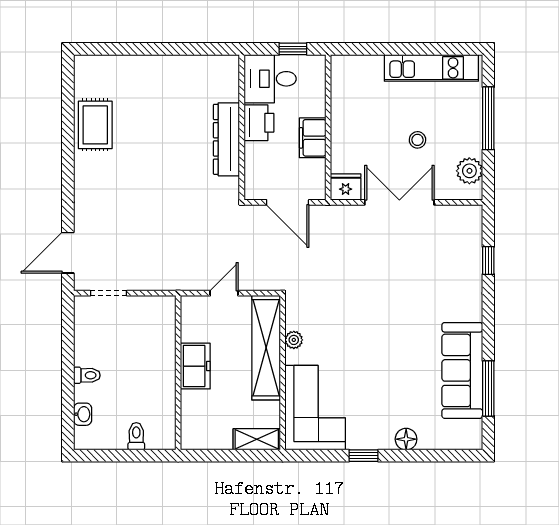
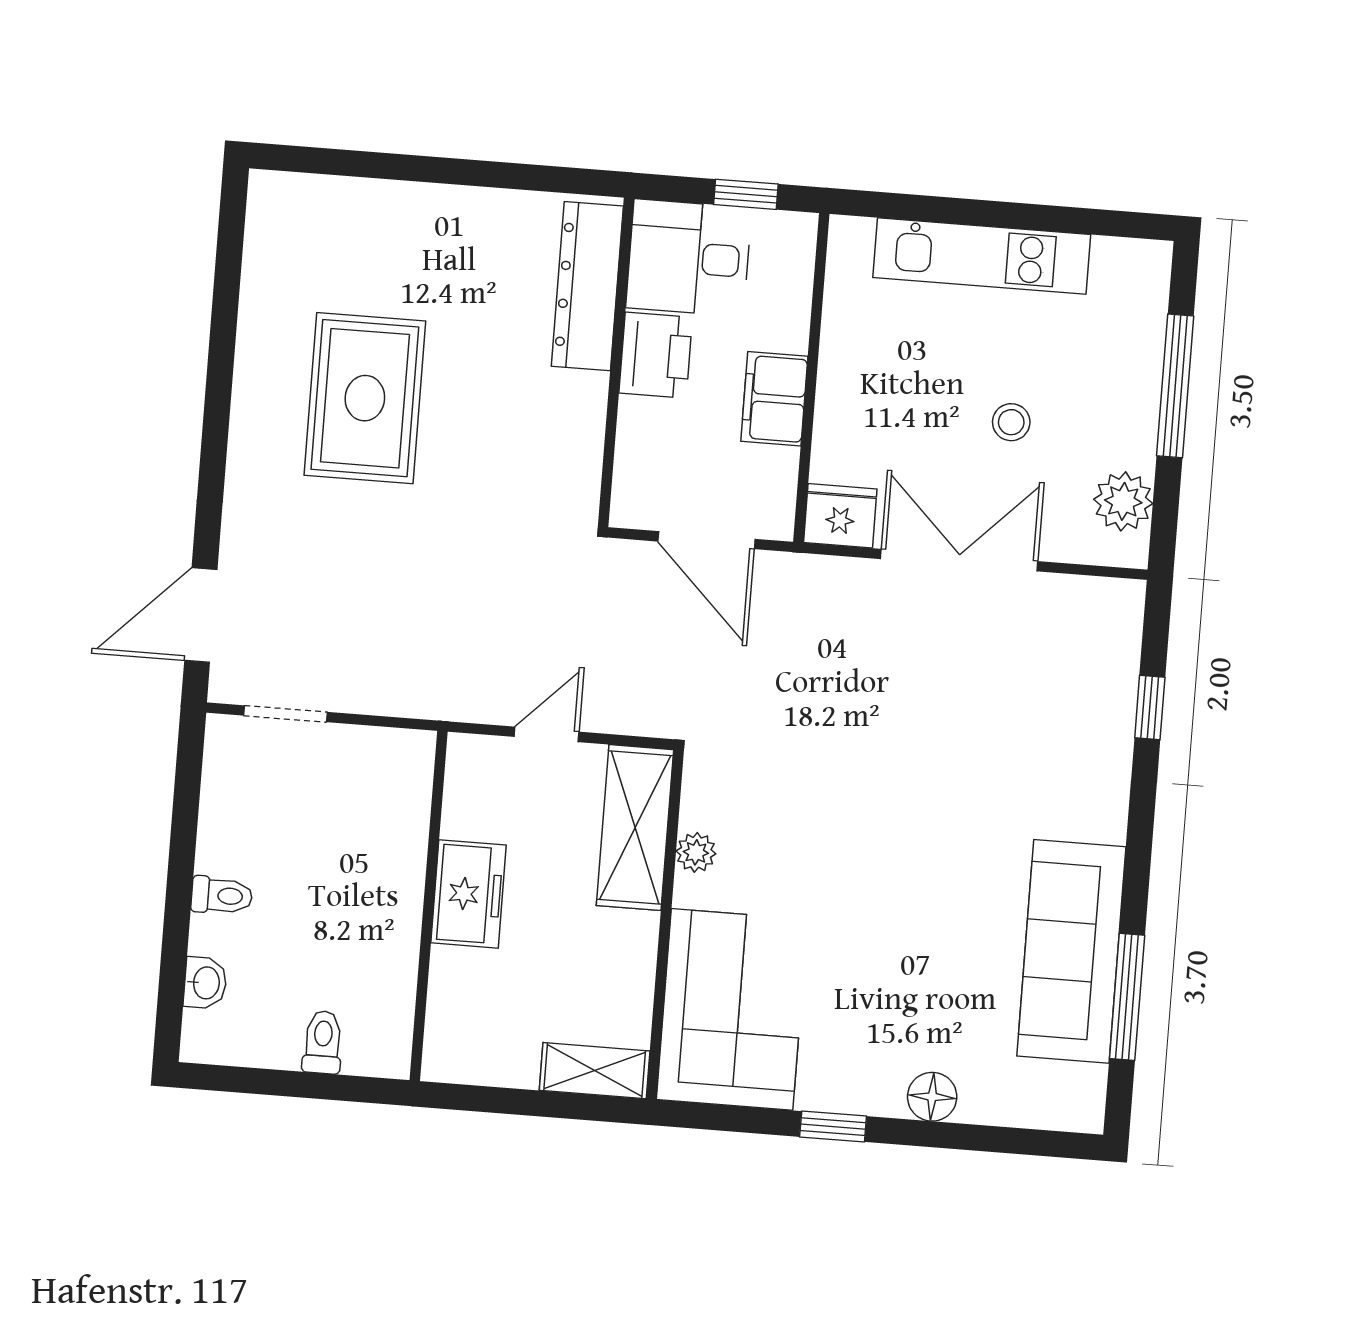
kitchen unit: (431, 68) -> (982, 256), moved
rug: (95, 125) -> (365, 398), moved, width x1.36, depth x1.43
dresser: (226, 139) -> (587, 286), moved
shelving: (266, 348) -> (635, 828), width x0.68

